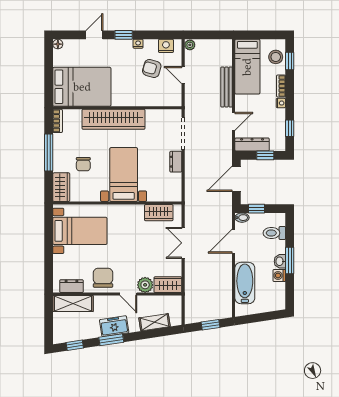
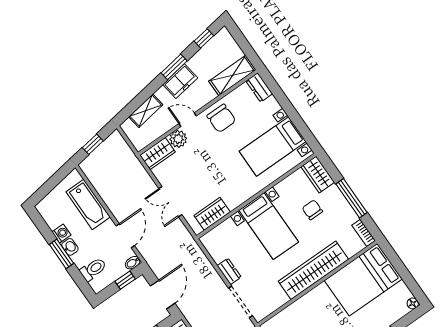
double door: (183, 243) -> (170, 202), swing flipped
dresser: (71, 286) -> (259, 87), moved, turned 90

